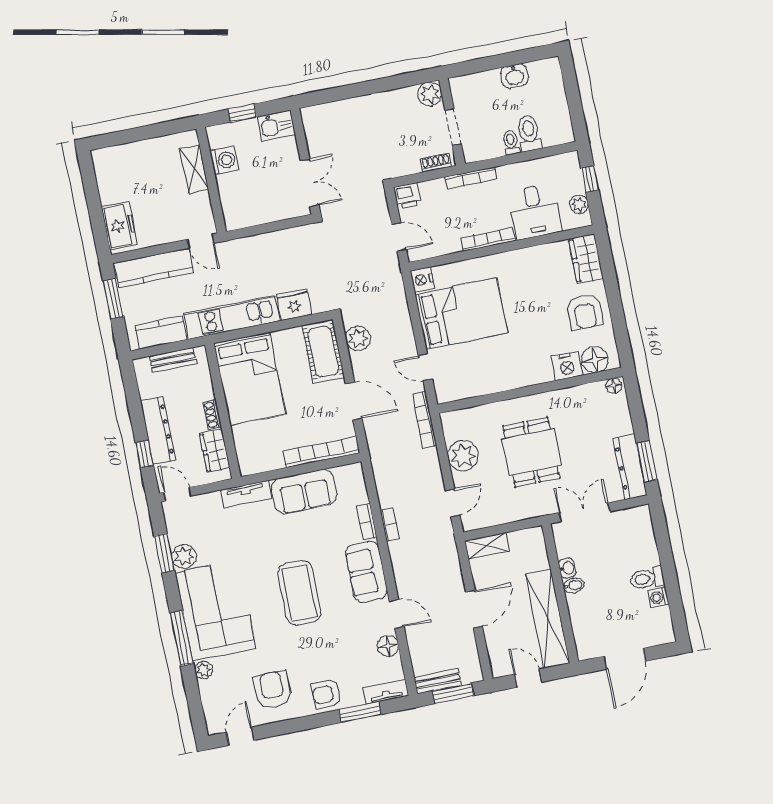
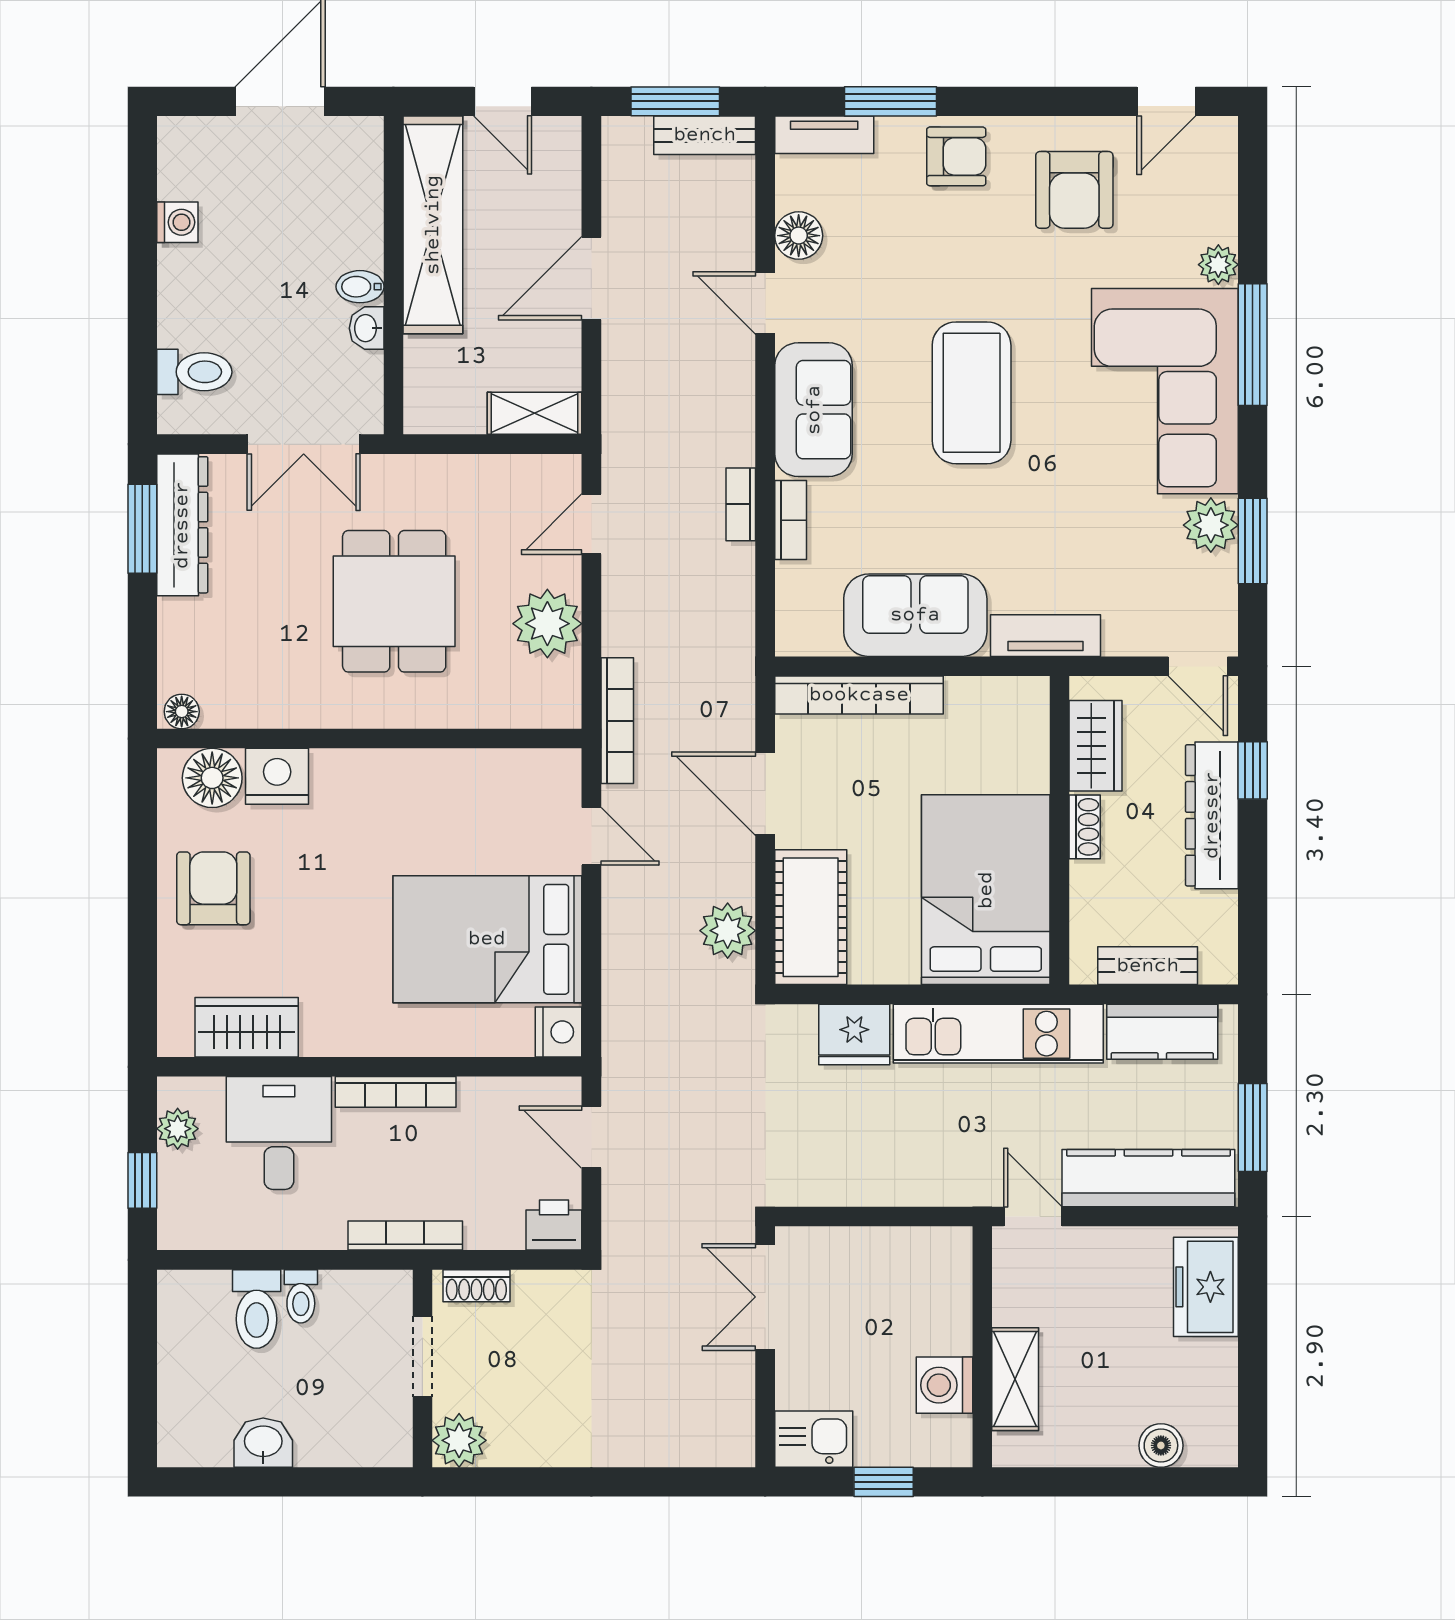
boiler: (125, 153) -> (1161, 1445), added
wardrobe: (586, 259) -> (247, 1027), moved, turned -90
toilet: (647, 578) -> (194, 372), moved

